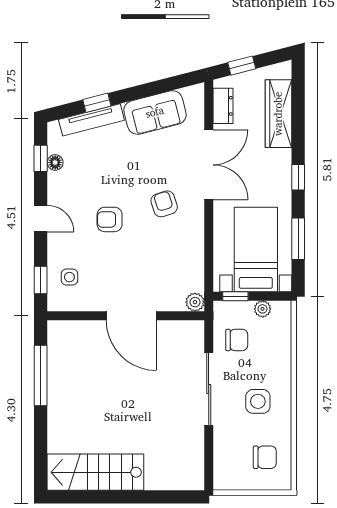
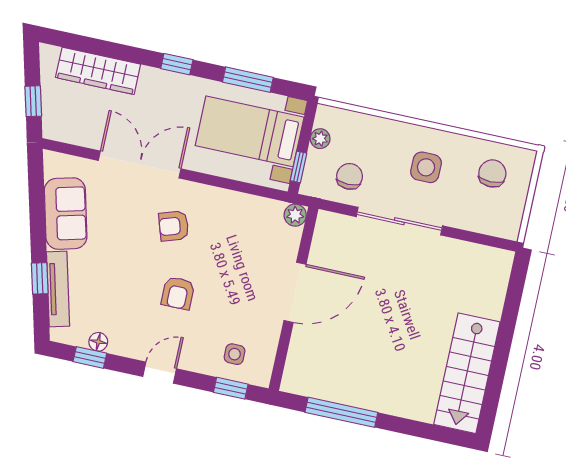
dresser: (223, 106) -> (75, 133), removed

